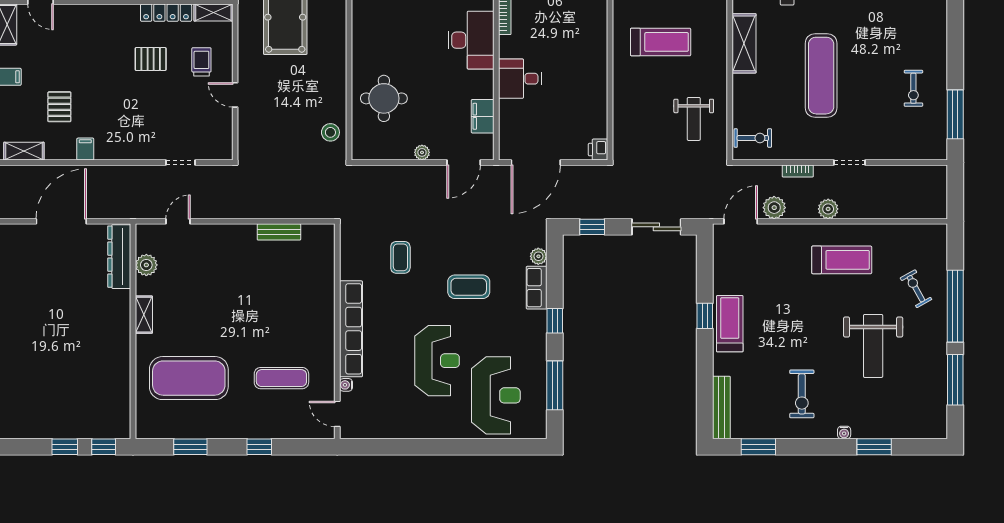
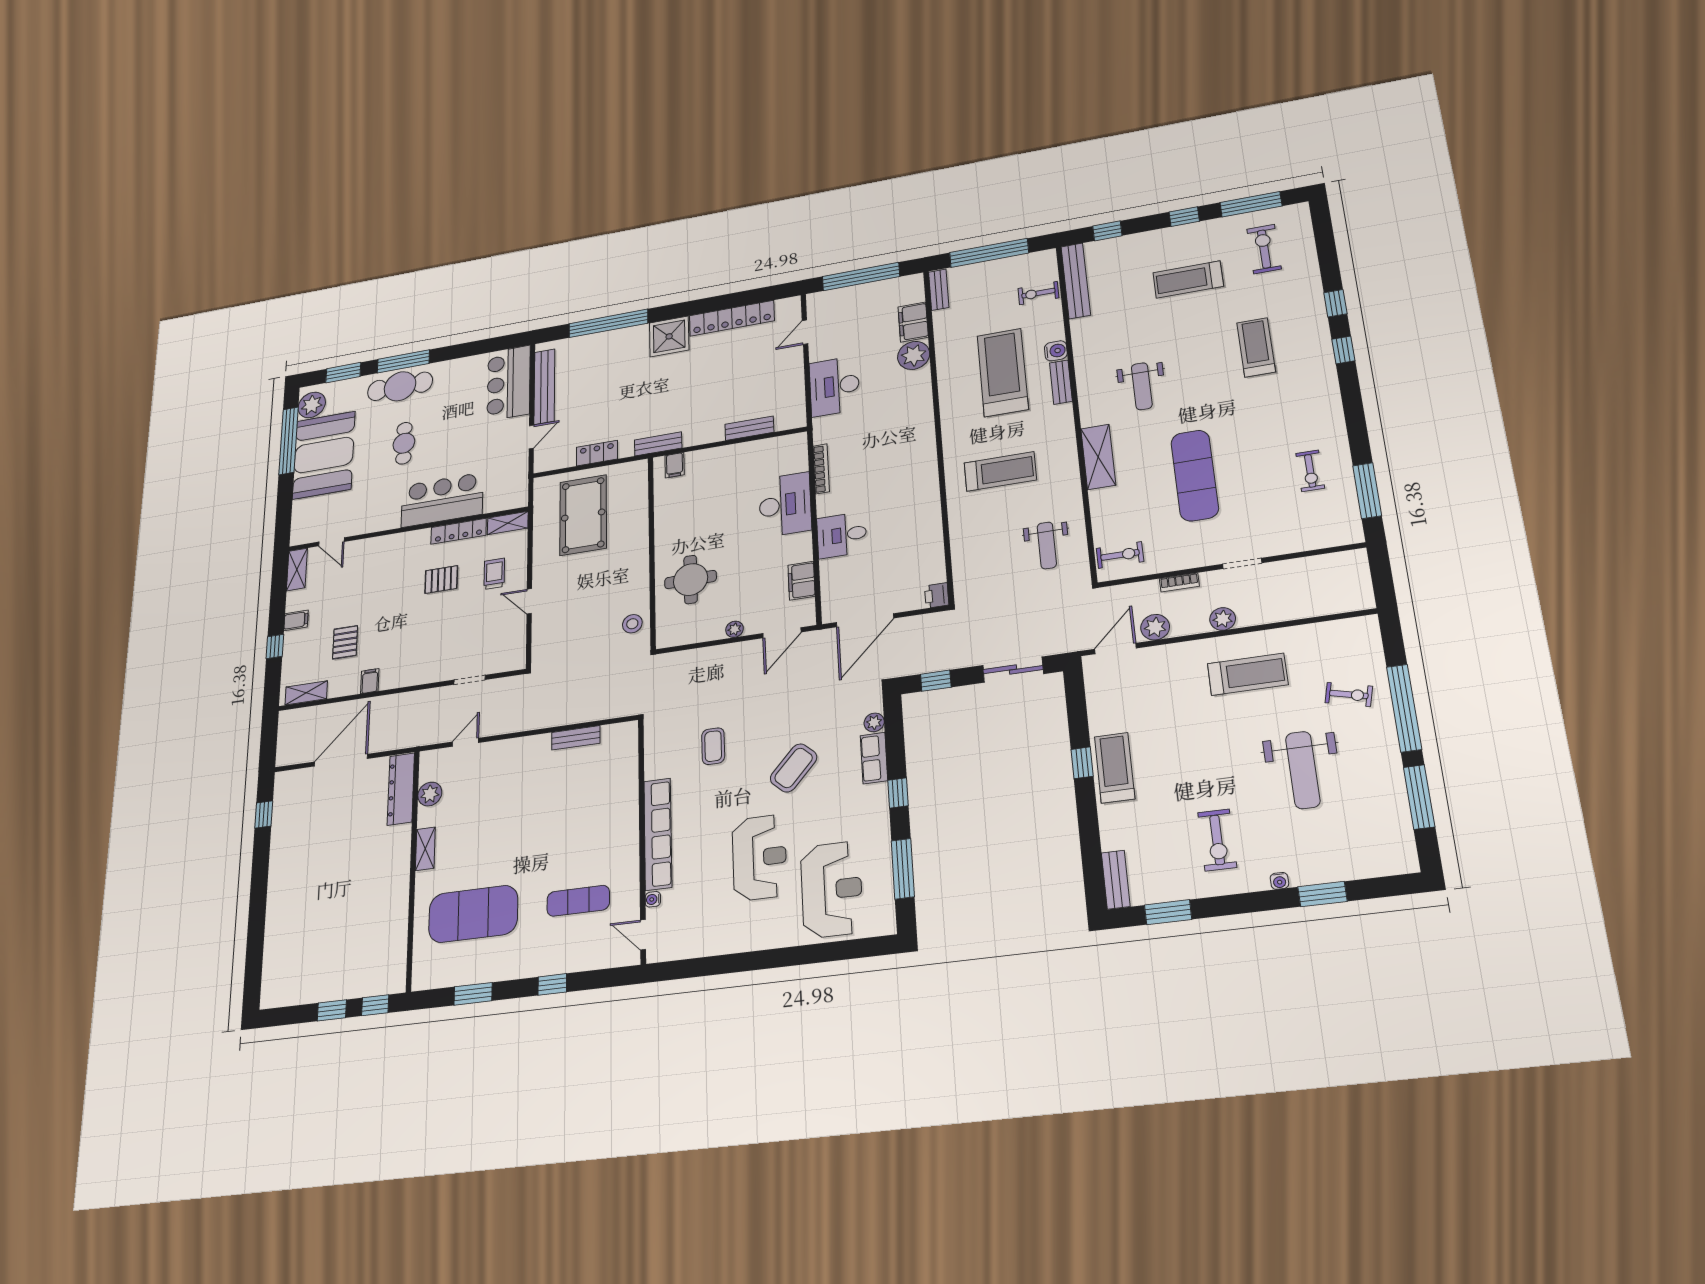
coffee table: (469, 287) -> (794, 768), turned -48
exercise bike: (916, 289) -> (1349, 694), turned 133
bench: (721, 407) -> (1116, 880), width x0.73

